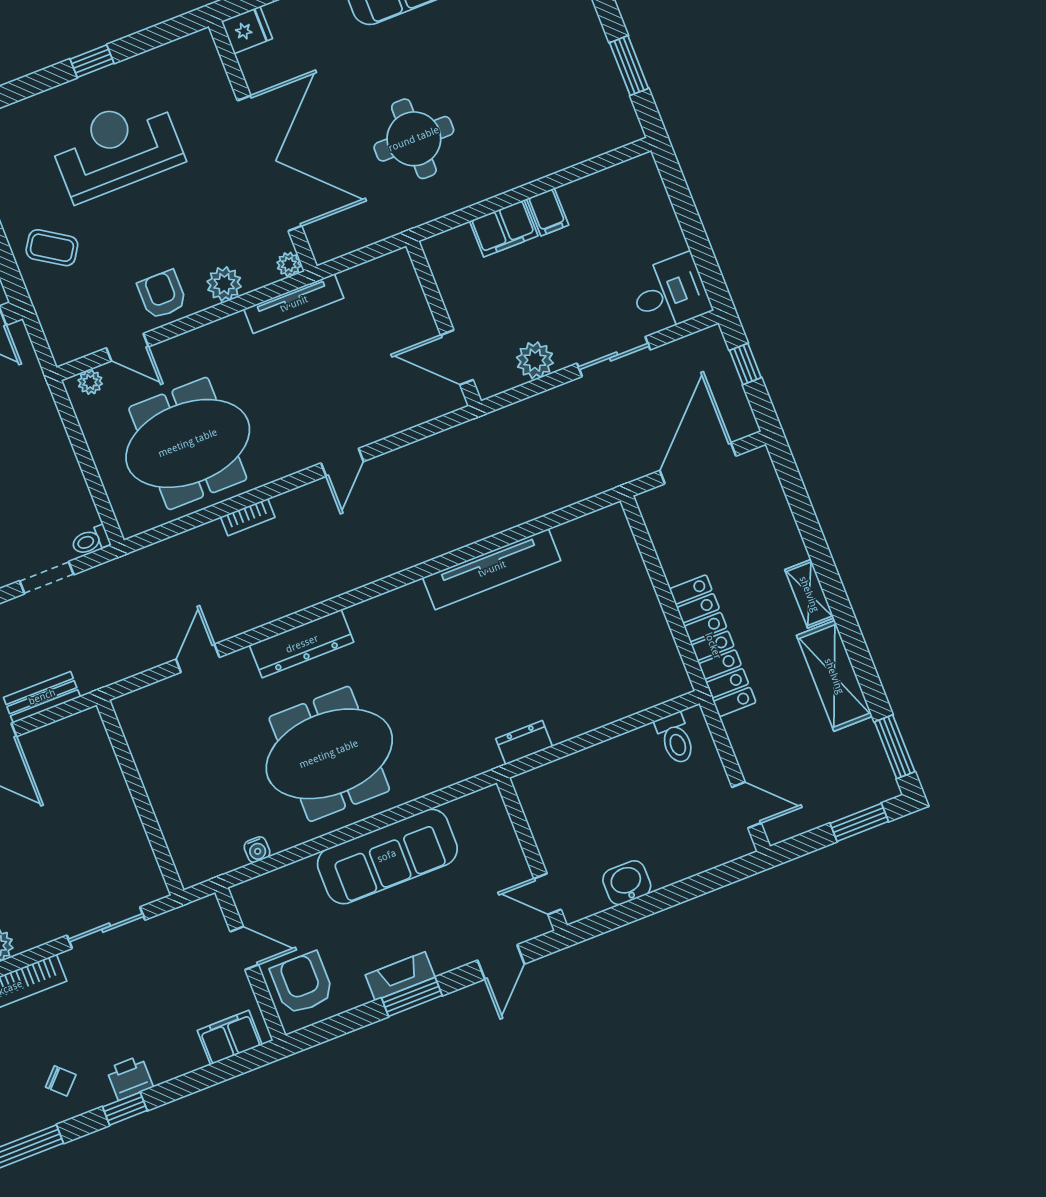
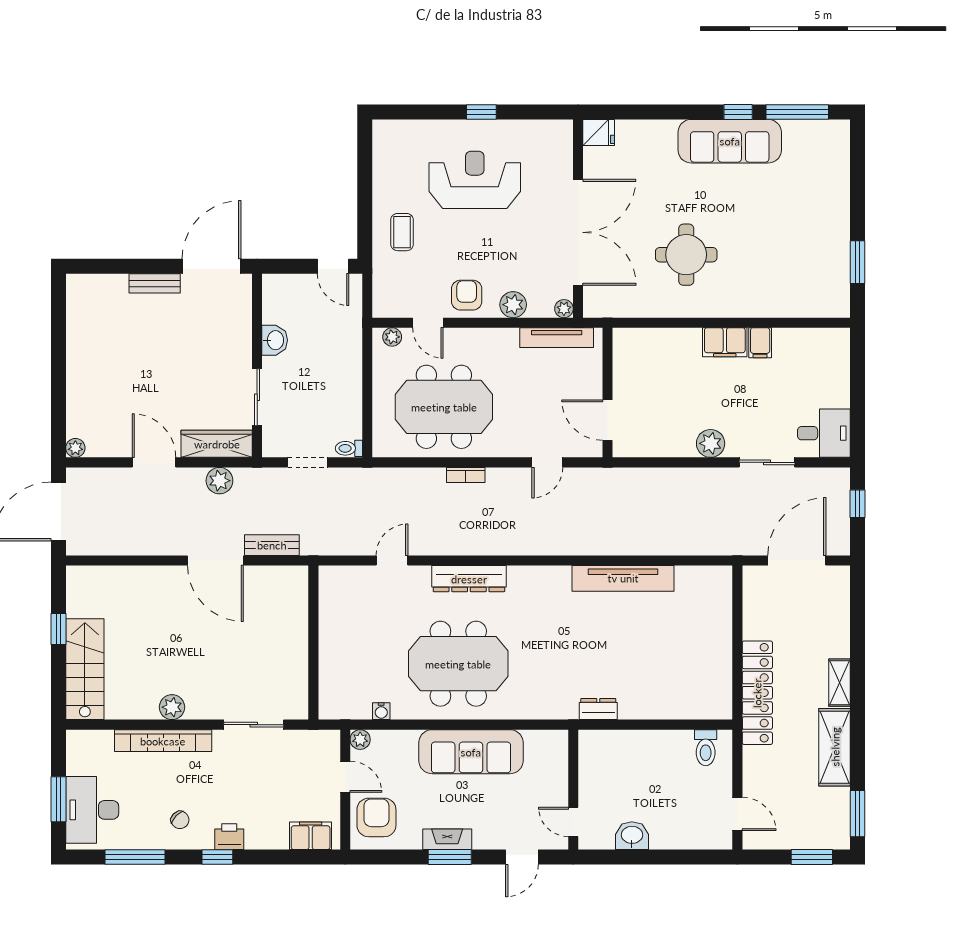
coffee table: (52, 248) -> (402, 232), turned 57
wall: (444, 323) -> (607, 393), moved
door: (457, 357) -> (607, 420), moved
plant: (245, 895) -> (360, 740), added

